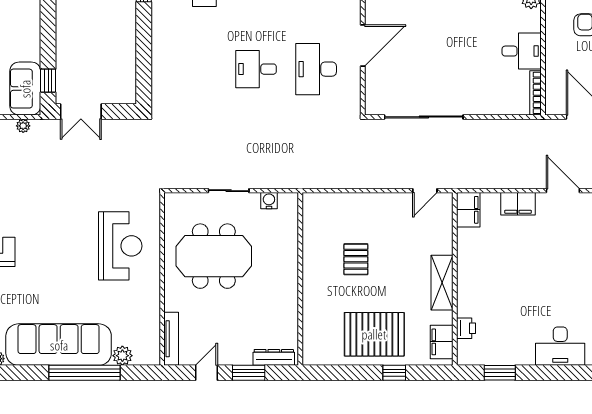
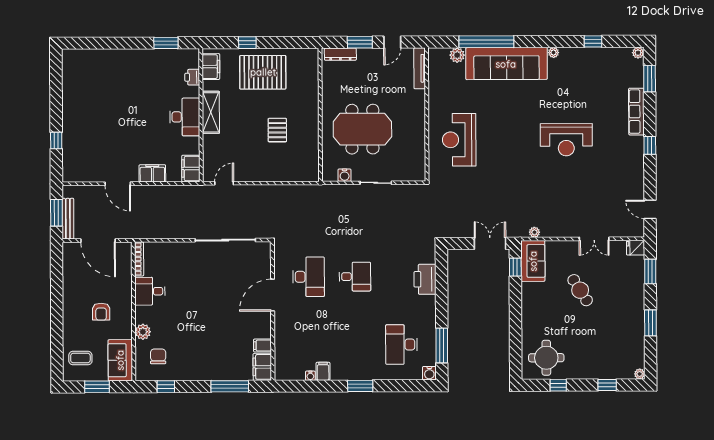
printer: (165, 65) -> (425, 279), added
meeting table: (214, 256) -> (362, 129), moved
desk: (560, 346) -> (185, 117), moved, turned 90

